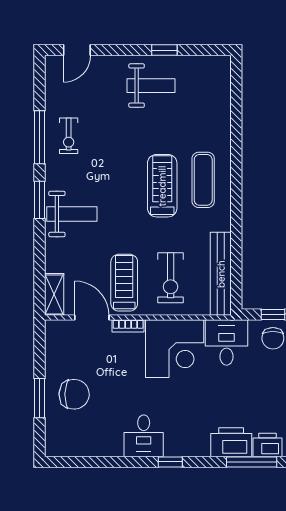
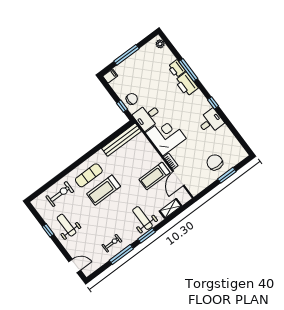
exercise bike: (171, 278) -> (60, 194), moved
shelving: (54, 294) -> (170, 208), moved

